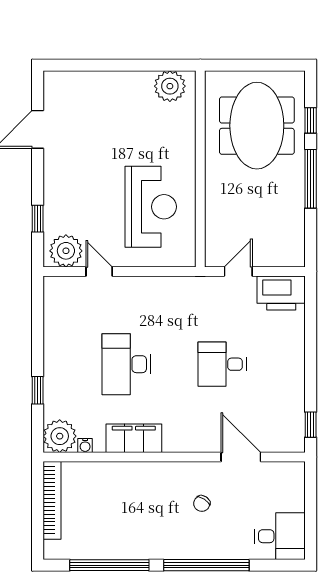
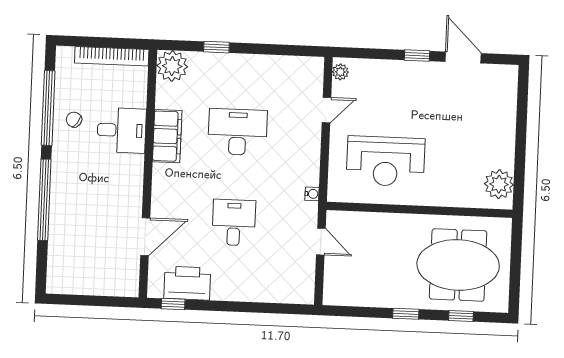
window: (311, 179) -> (406, 314), width x0.46
window: (38, 219) -> (417, 56), moved
plant: (66, 251) -> (340, 72), width x0.53, depth x0.53
printer: (281, 293) -> (187, 283), moved, turned 90
water cooler: (85, 446) -> (312, 194), moved, turned 180
chair: (202, 504) -> (74, 120), moved
desk: (280, 536) -> (122, 130), moved, turned -90

